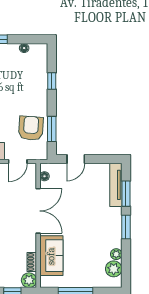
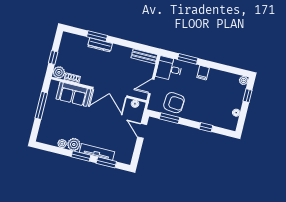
door: (18, 161) -> (151, 86), hinge flipped
tv unit: (116, 185) -> (97, 152), moved
plant: (114, 269) -> (74, 144), moved

